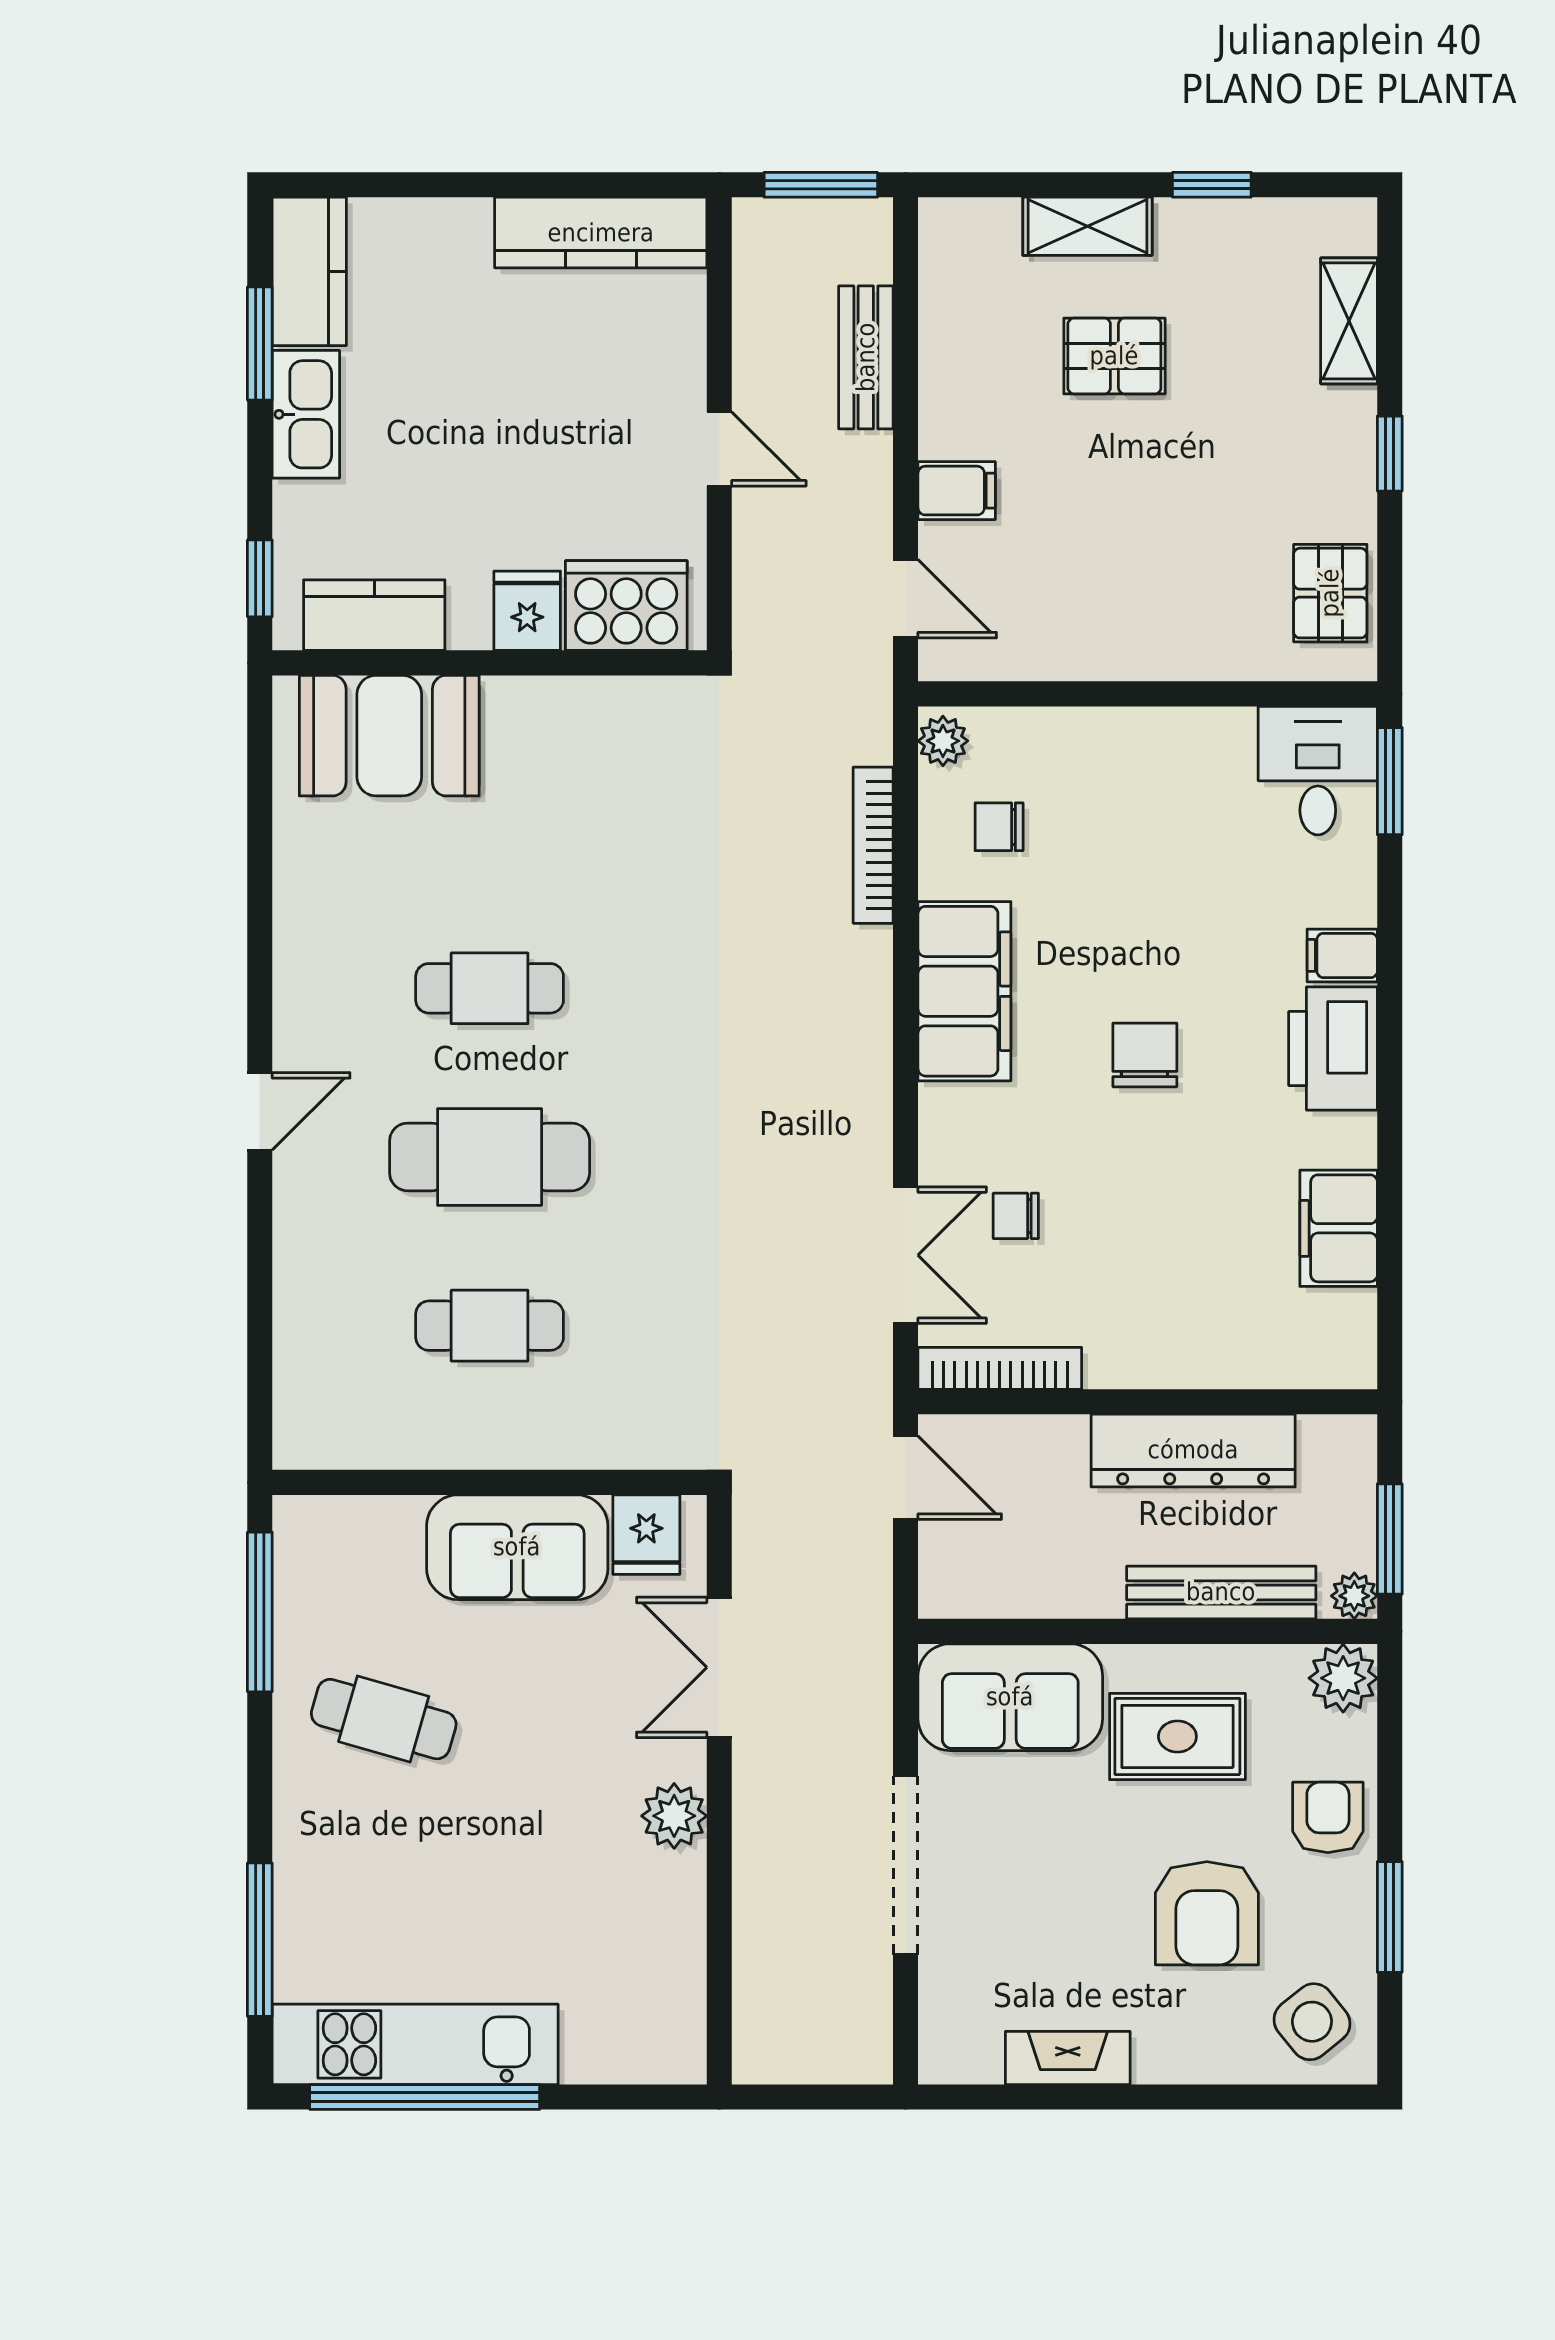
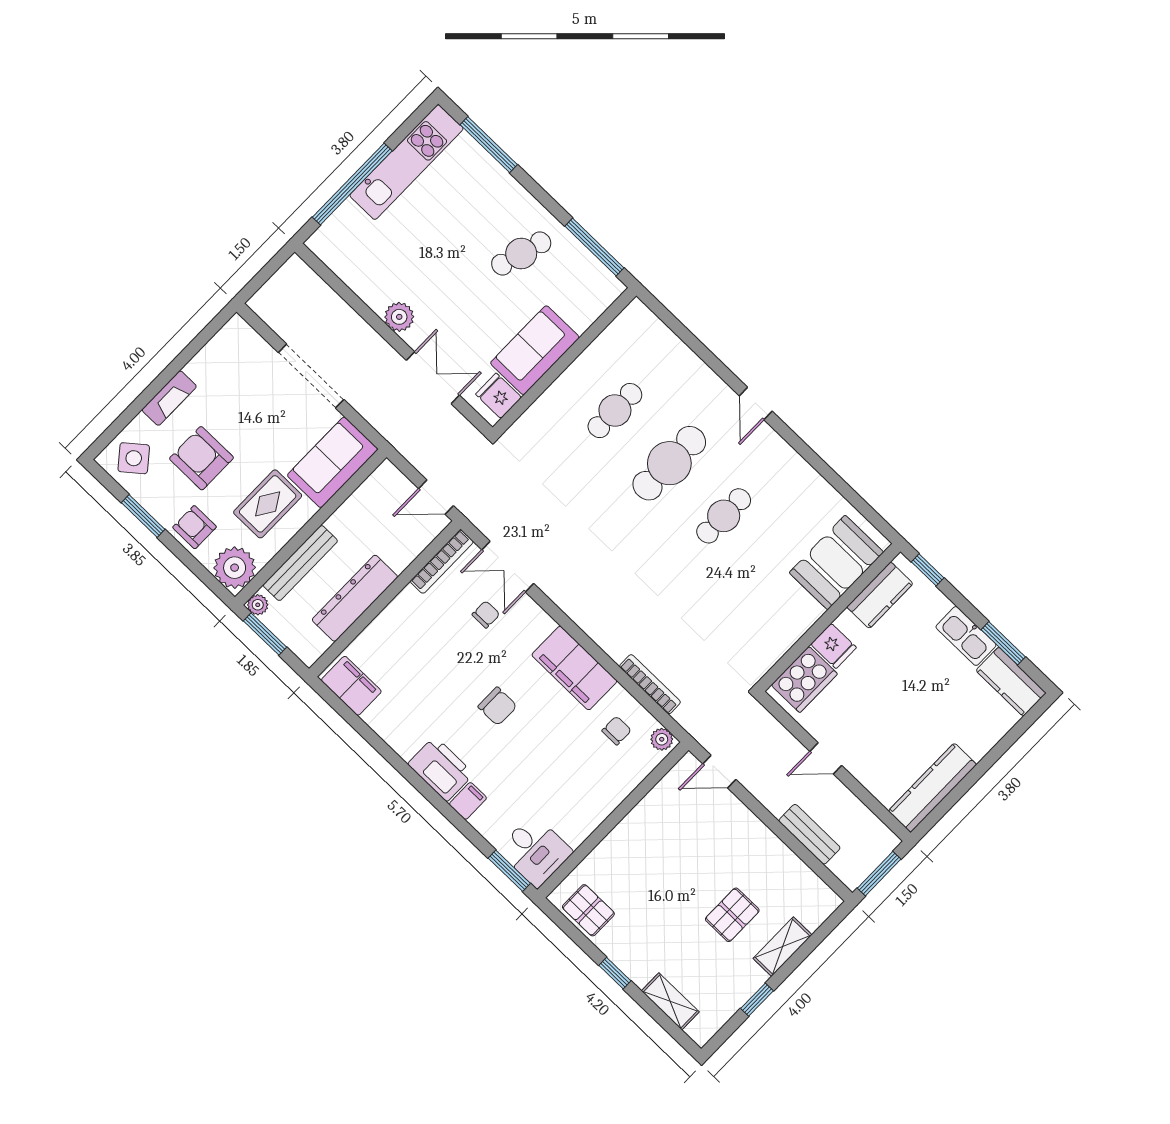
filing cabinet: (957, 491) -> (738, 822), removed
filing cabinet: (1339, 1228) -> (351, 686), moved
plant: (1343, 1678) -> (235, 568), width x1.36, depth x1.36
armchair: (1328, 1817) -> (195, 527), turned 180
fireplace: (1068, 2058) -> (169, 398), moved
window: (425, 2097) -> (352, 184), moved

